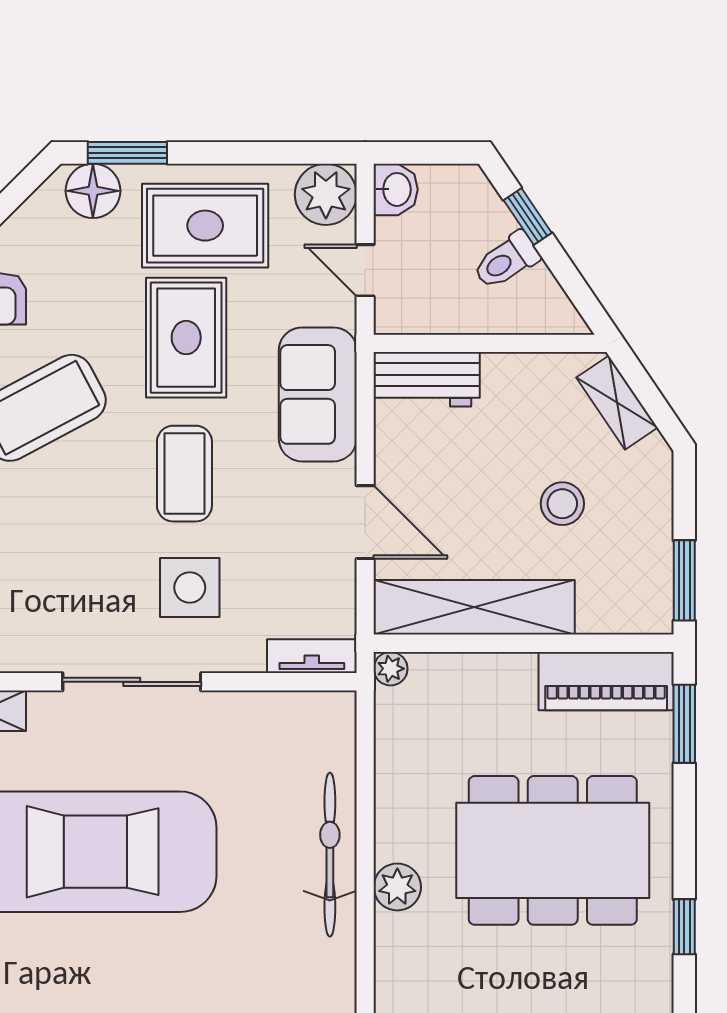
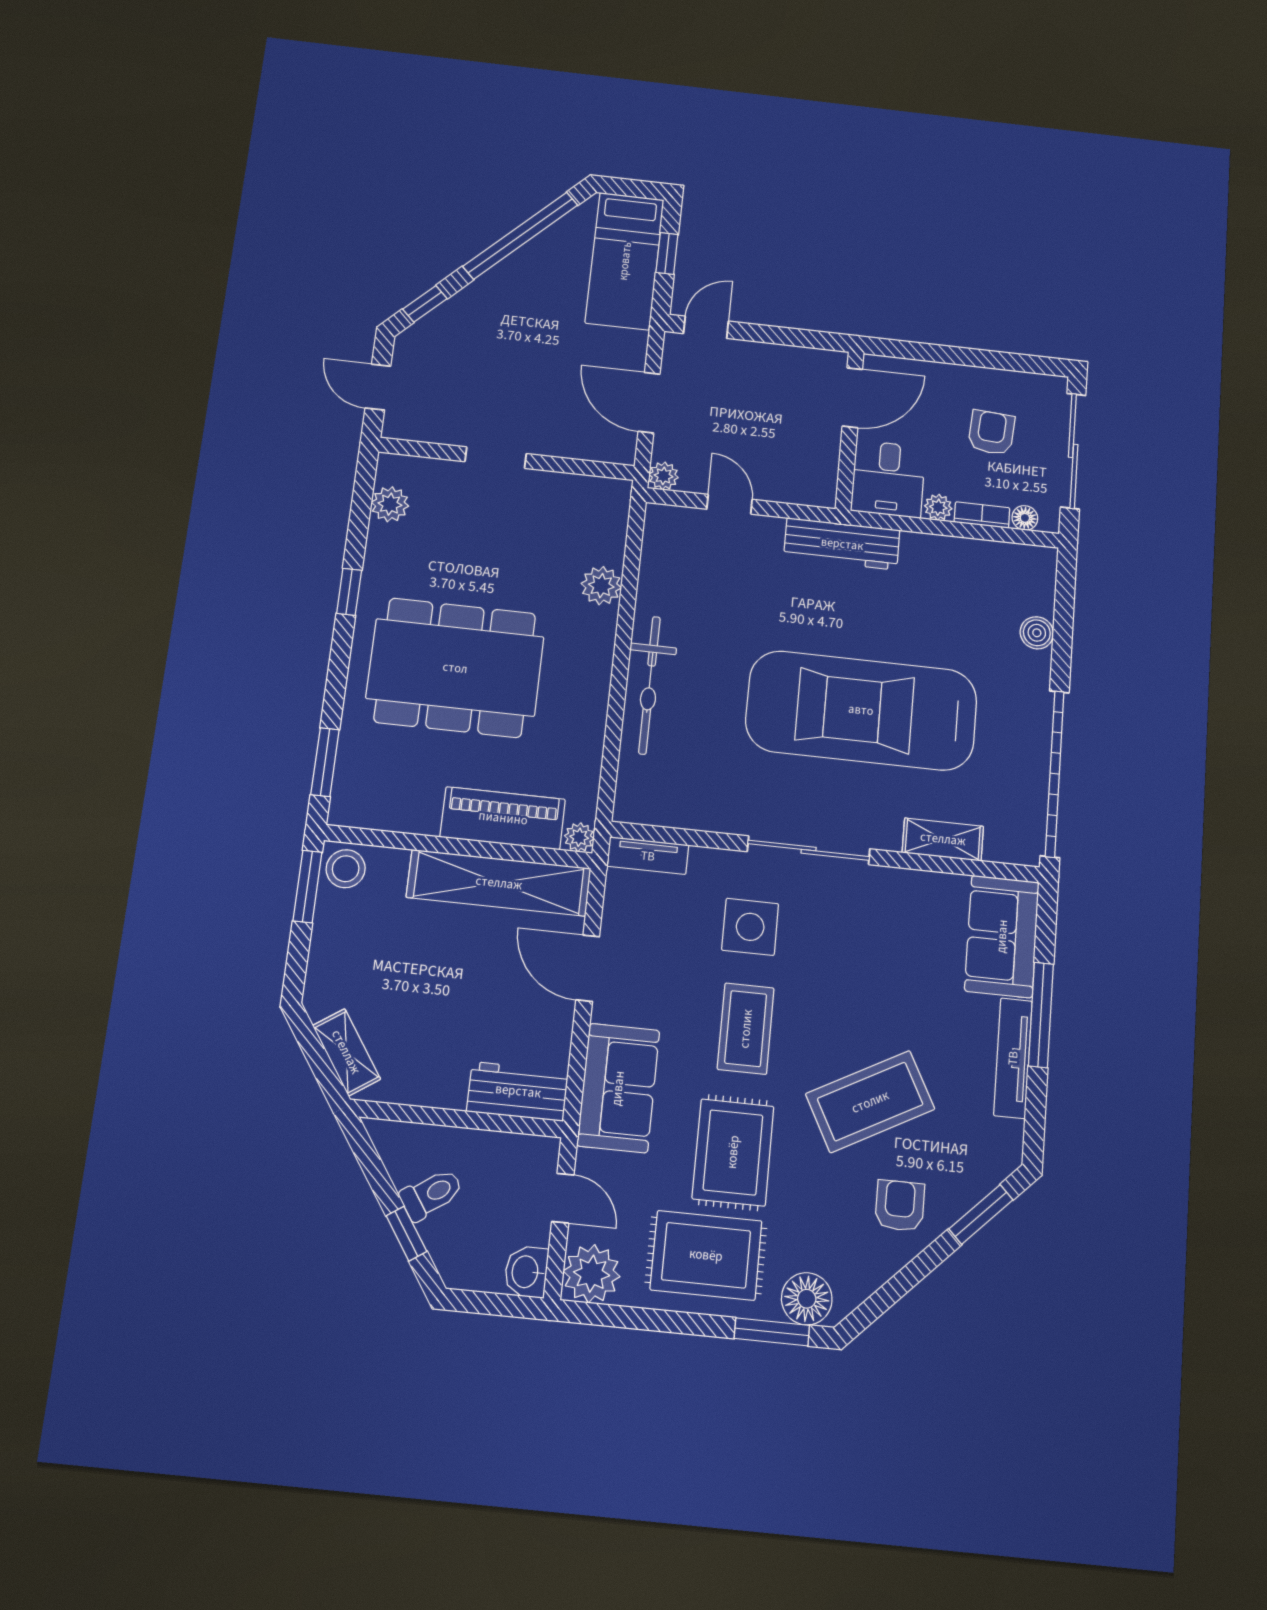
stool: (562, 504) -> (346, 869), moved
piano: (606, 681) -> (503, 818), moved
plant: (397, 887) -> (601, 586), moved

